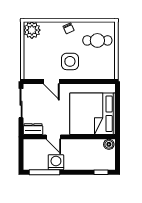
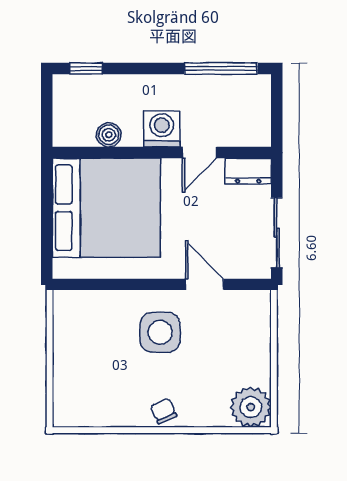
cafe table: (97, 40) -> (95, 382), removed
door: (53, 137) -> (199, 153), swing flipped
boiler: (109, 144) -> (109, 135), moved
washing machine: (56, 162) -> (162, 129), moved, turned 180

